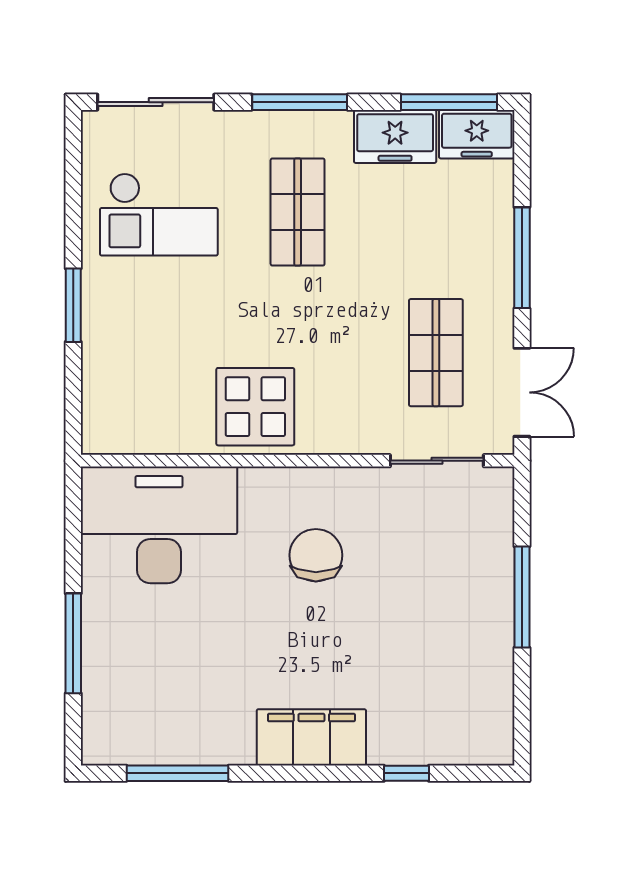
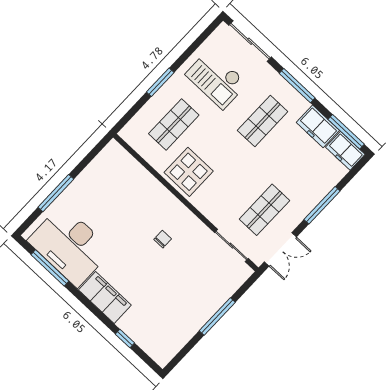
shop shelf: (159, 353) -> (174, 124), added
desk: (159, 525) -> (70, 246), moved, turned 180
chair: (316, 555) -> (163, 239), width x0.54, depth x0.54

